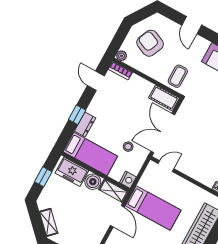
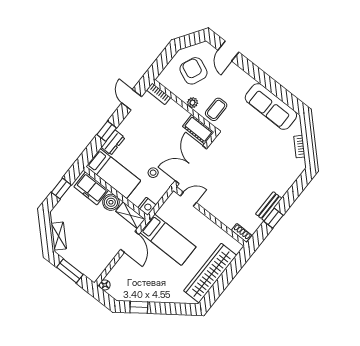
door: (192, 25) -> (228, 51), moved
plant: (122, 56) -> (193, 103), moved

